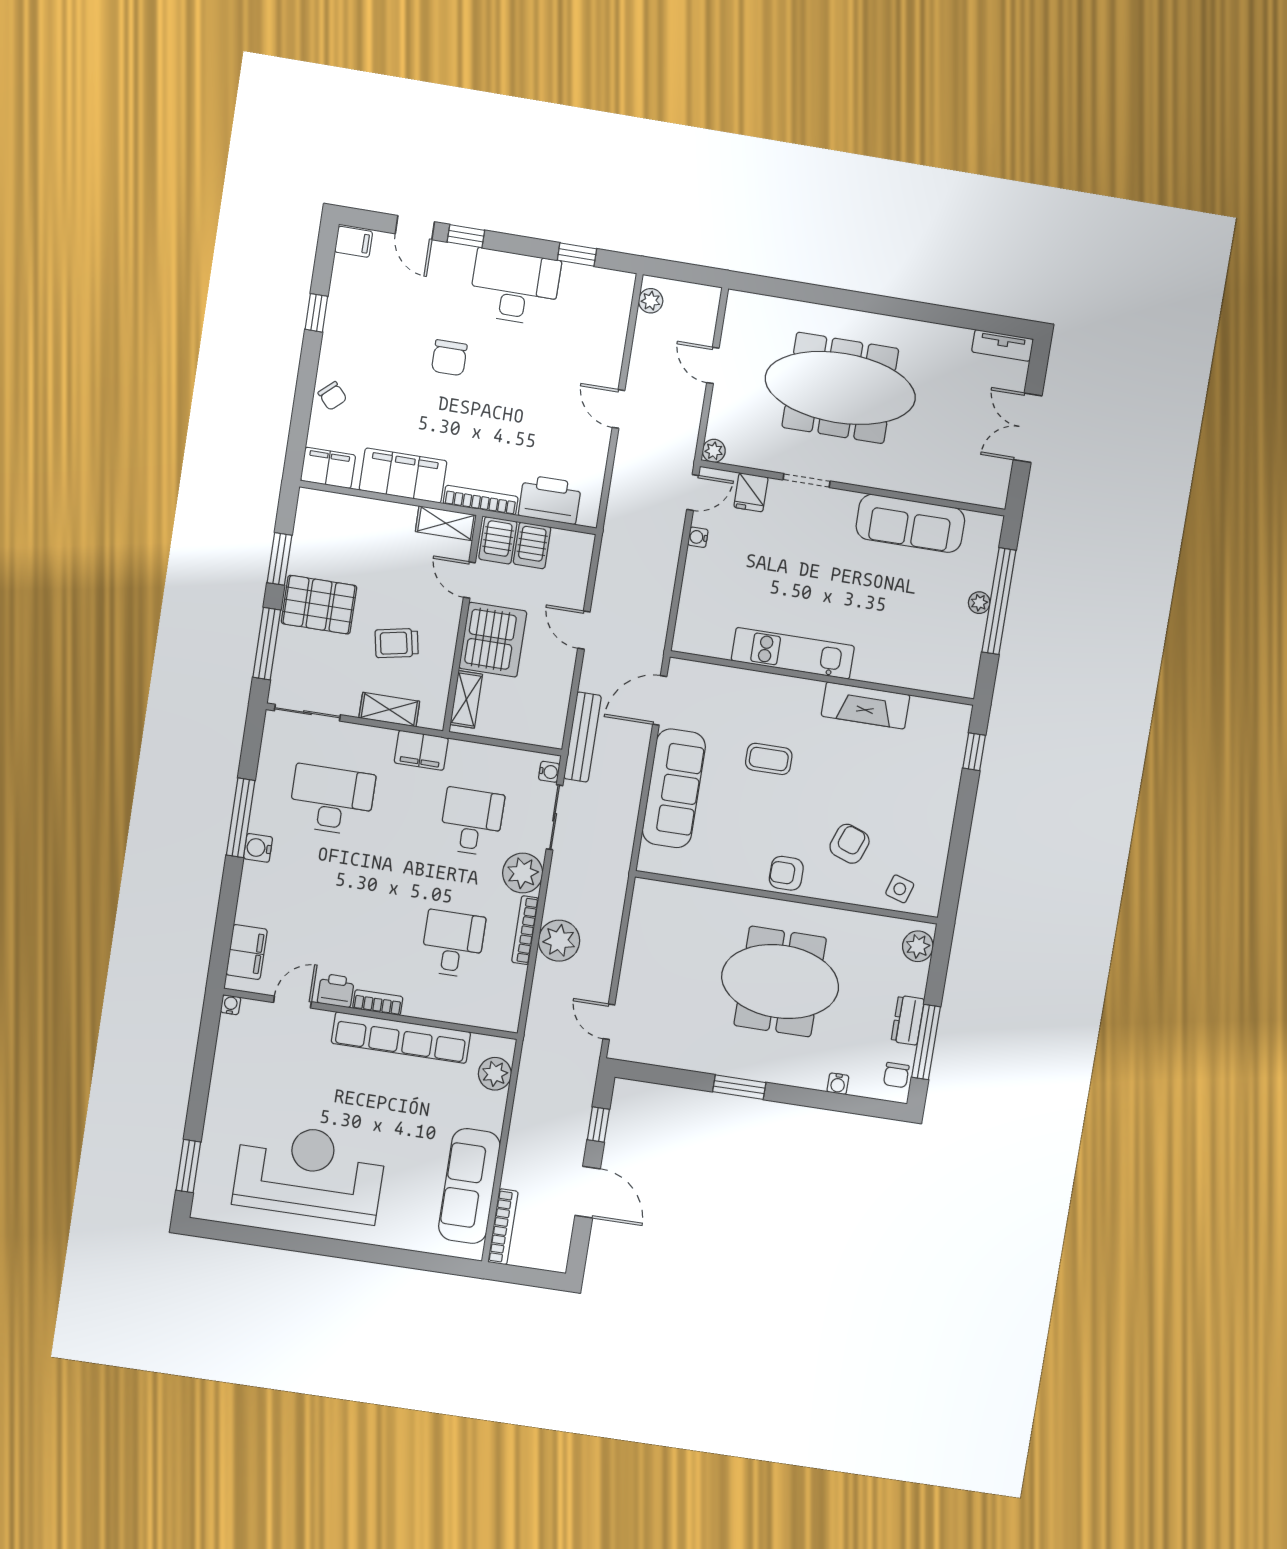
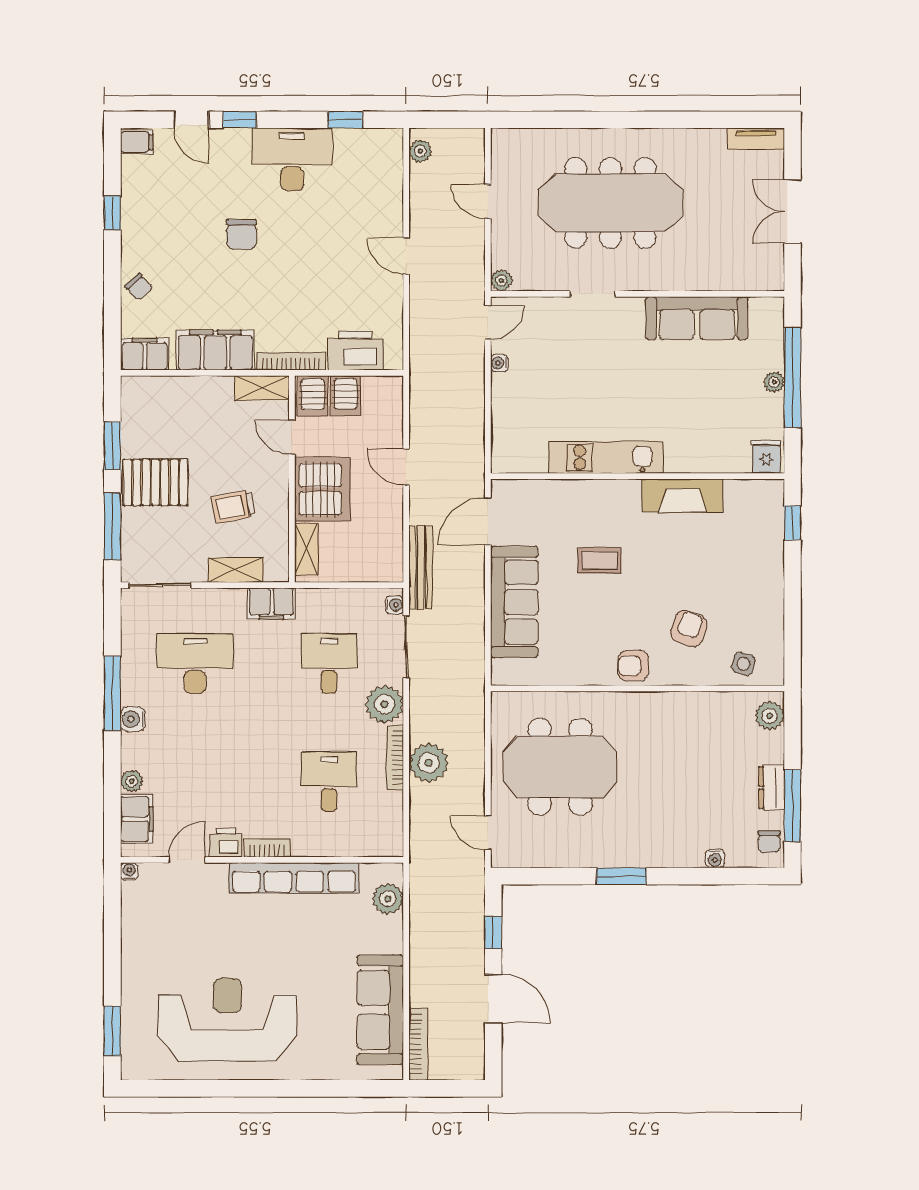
fridge: (751, 492) -> (766, 457), moved, turned 180
plant: (247, 912) -> (132, 781), added
meeting table: (780, 982) -> (560, 767), moved

